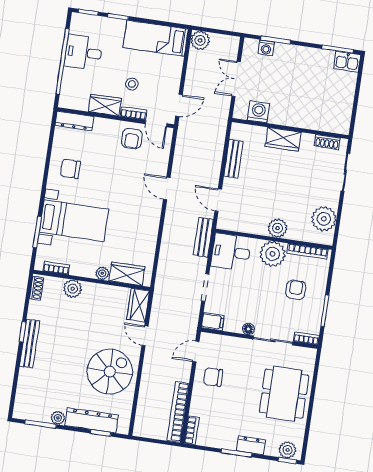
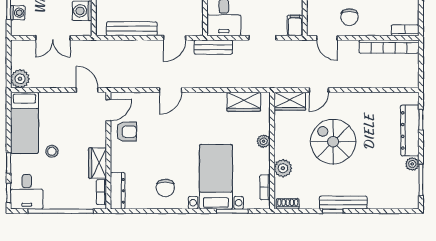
desk: (84, 52) -> (27, 192), moved
stool: (132, 84) -> (52, 151), moved
bookcase: (133, 113) -> (101, 192), moved
bench: (233, 159) -> (132, 29), width x1.36
wardrobe: (127, 274) -> (244, 102), moved, turned -90
spiral stairs: (110, 372) -> (333, 142), moved

